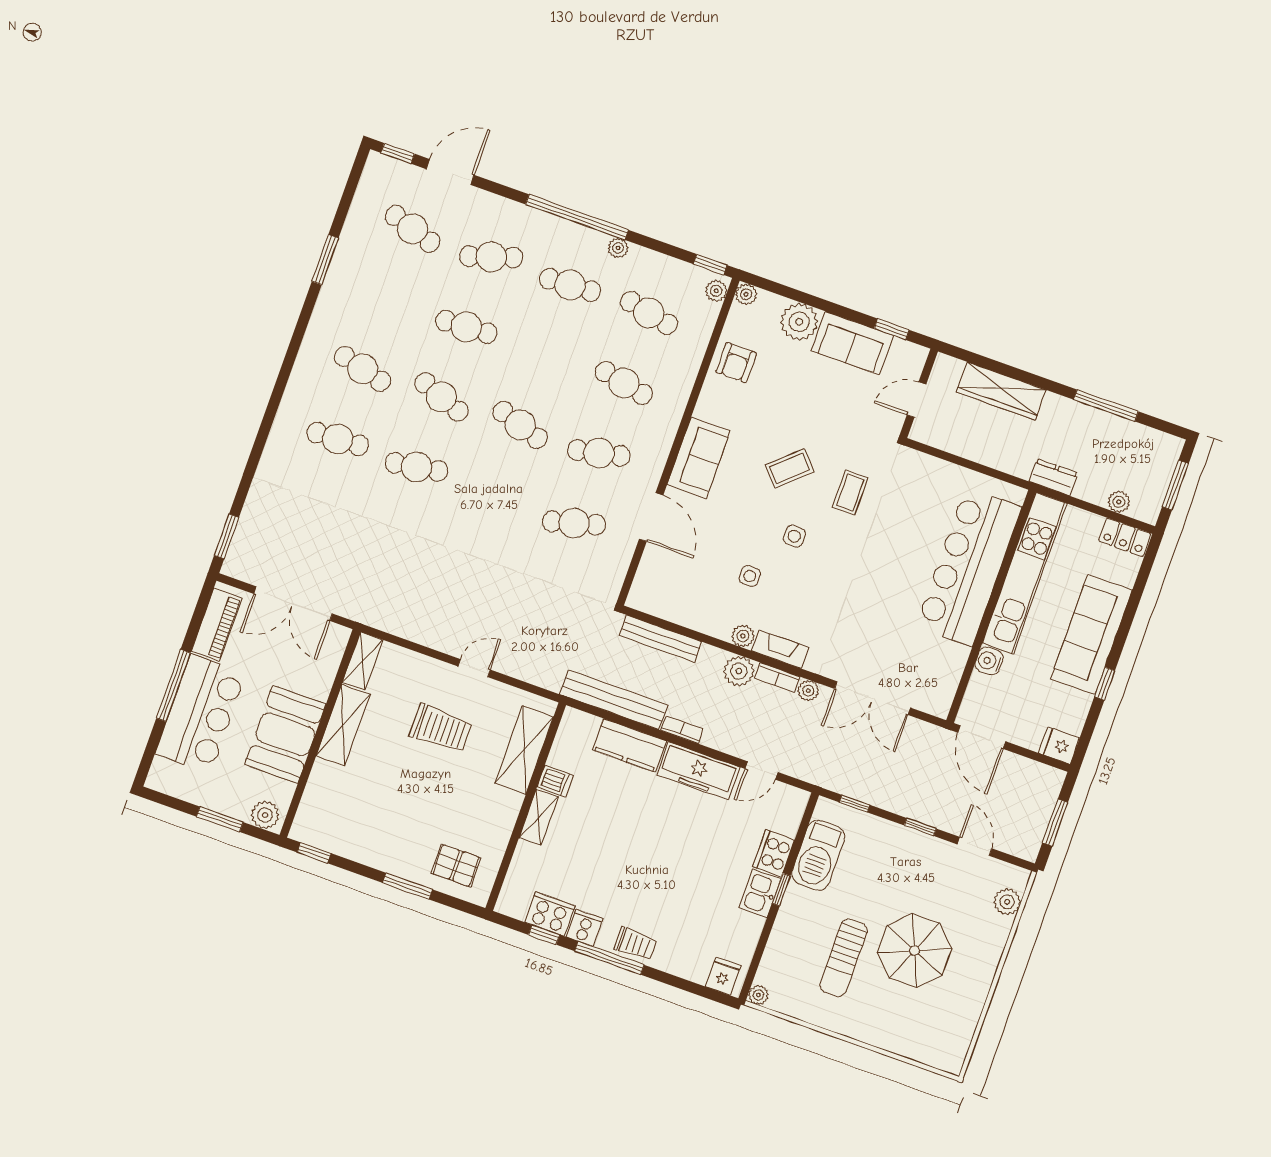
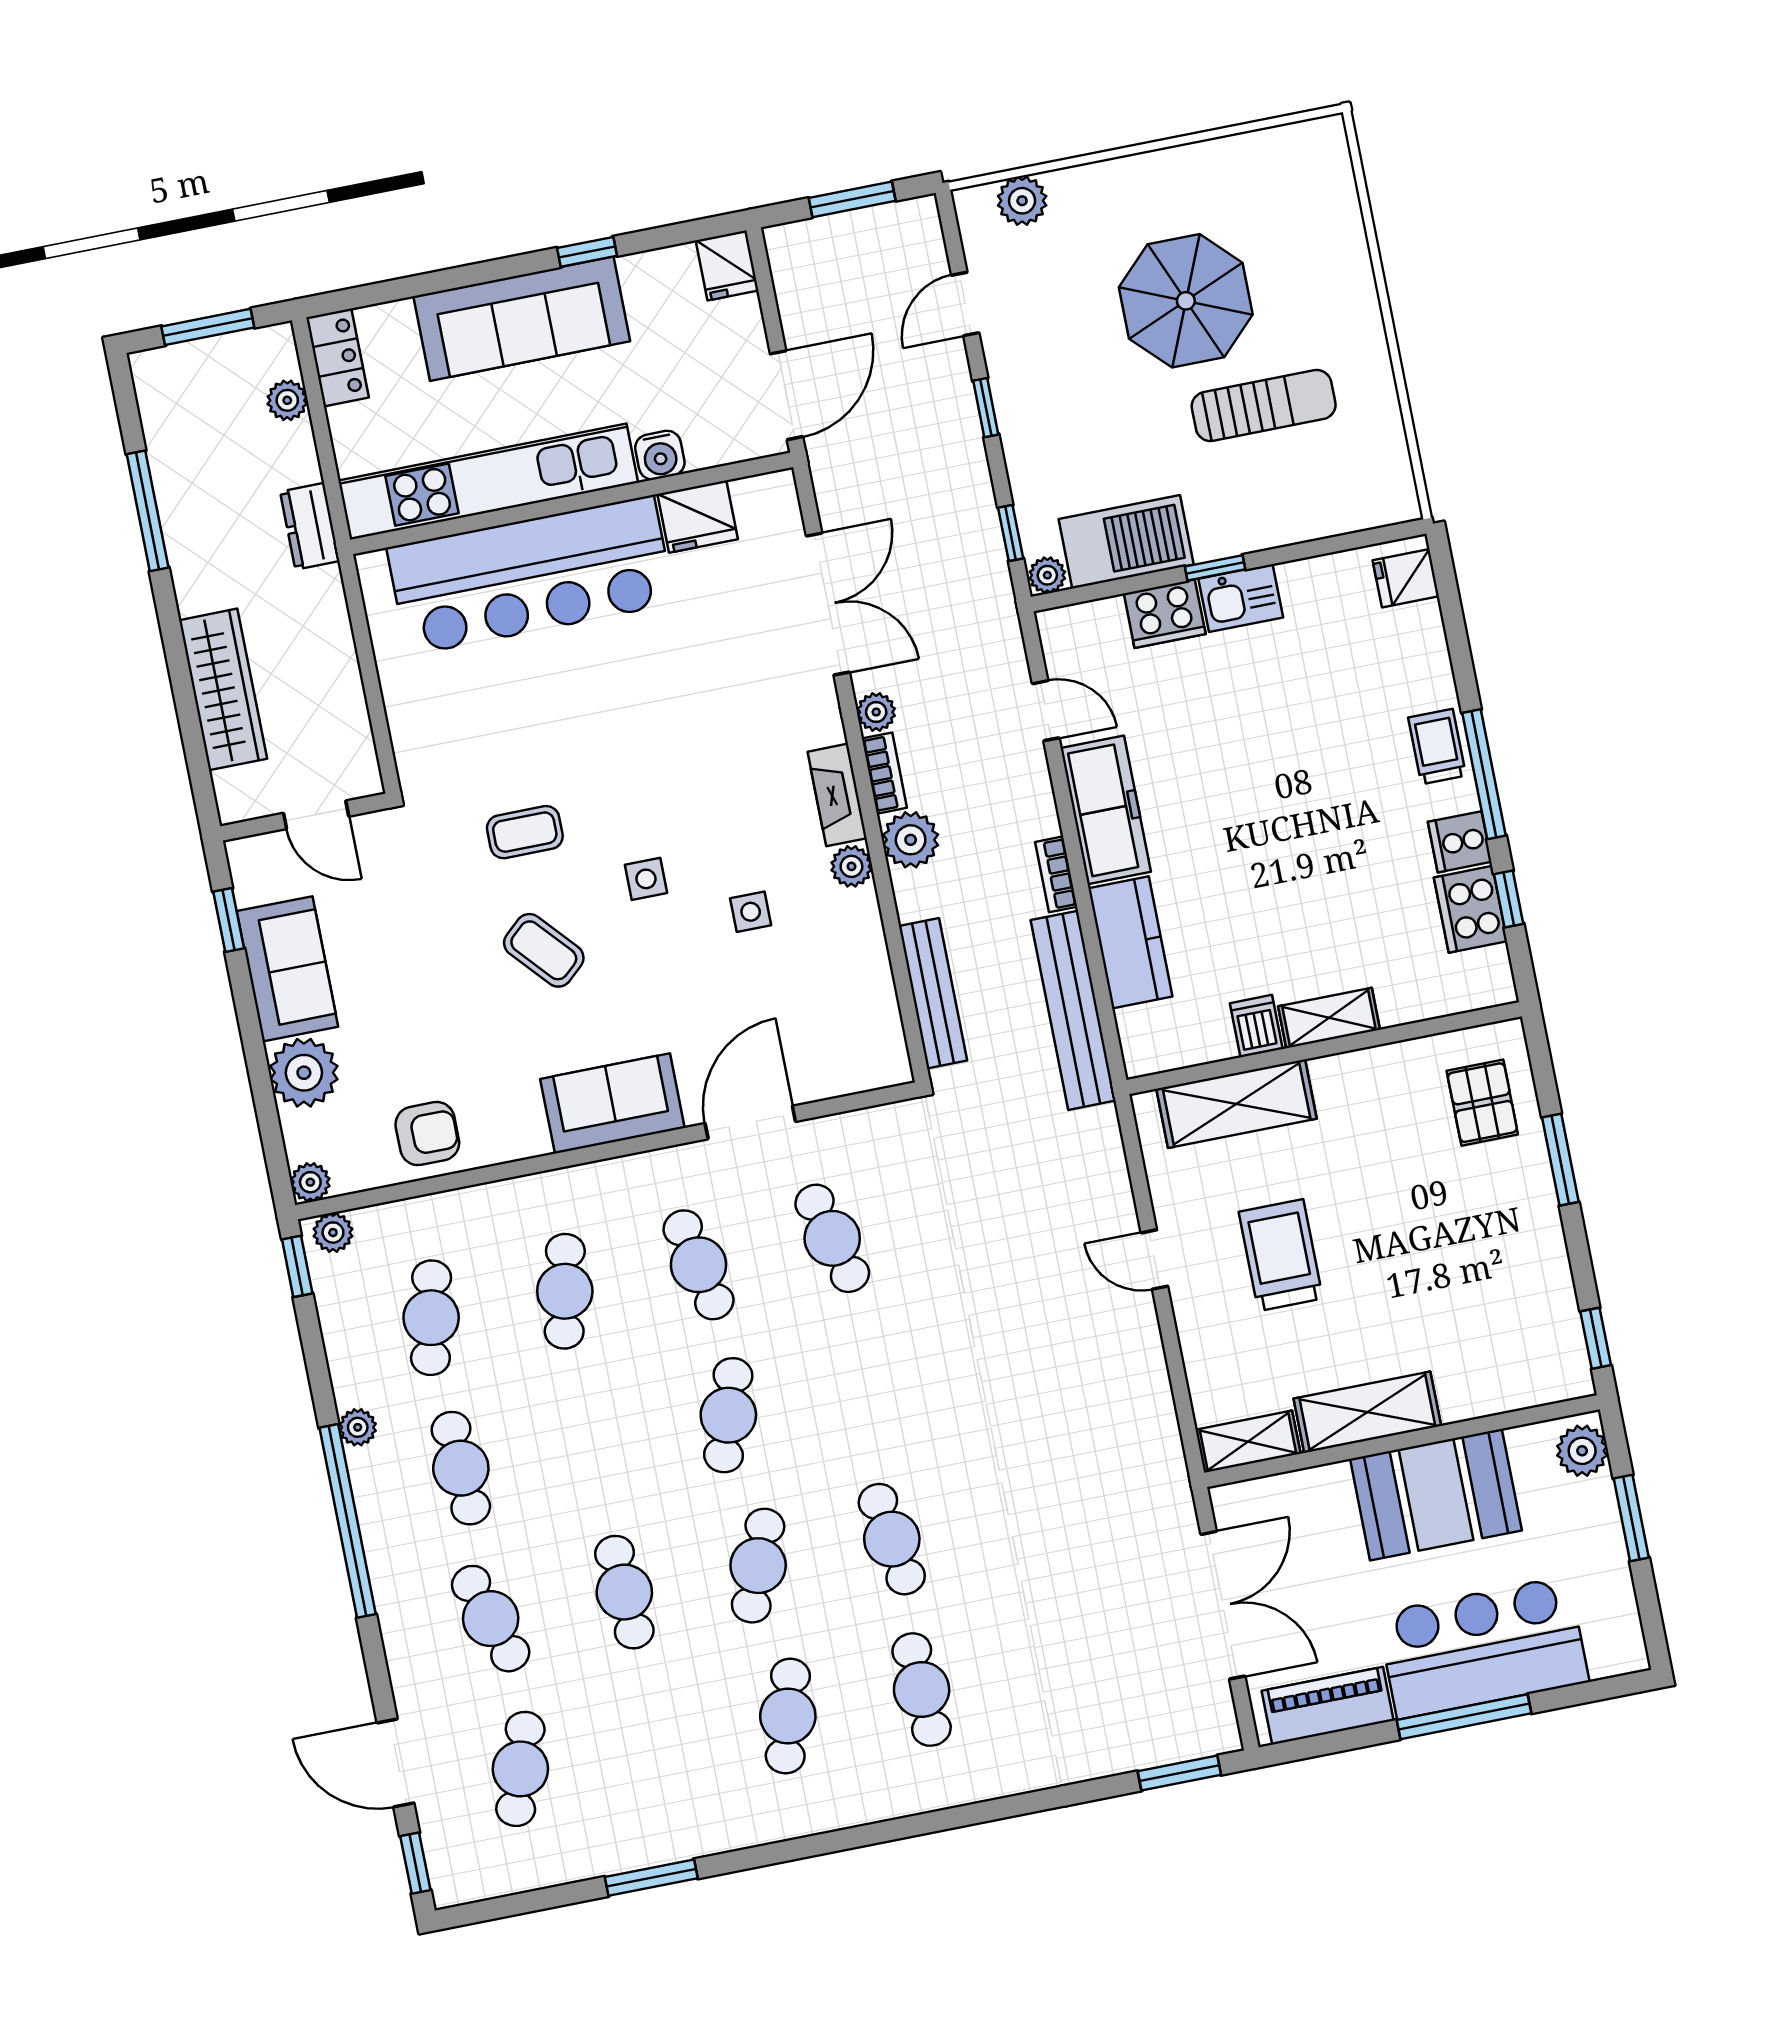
fridge: (950, 662) -> (698, 517), added
plant: (758, 995) -> (1047, 575), moved

